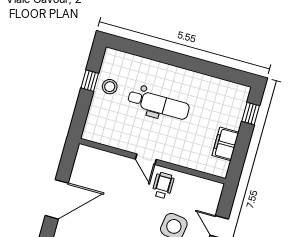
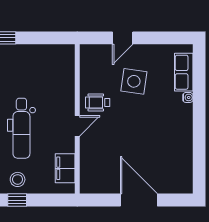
dental chair: (158, 104) -> (21, 128), turned 180
filing cabinet: (225, 144) -> (65, 168), moved, turned 90

